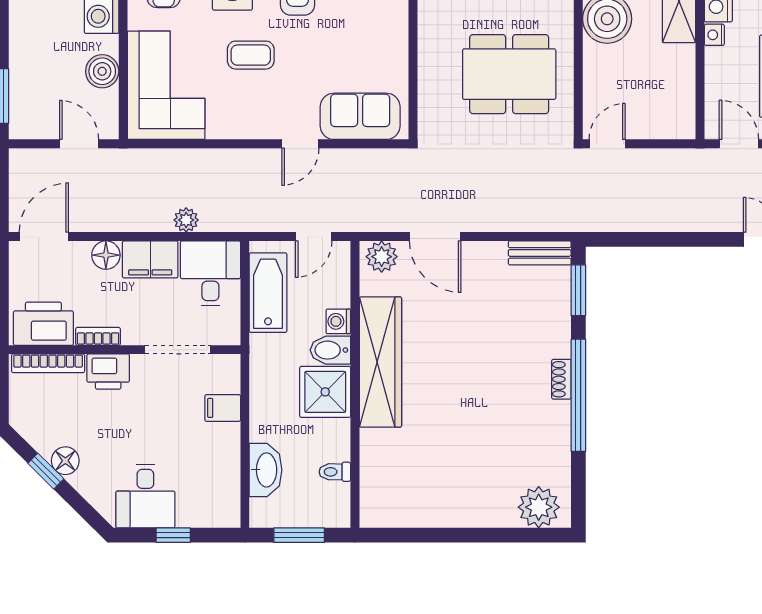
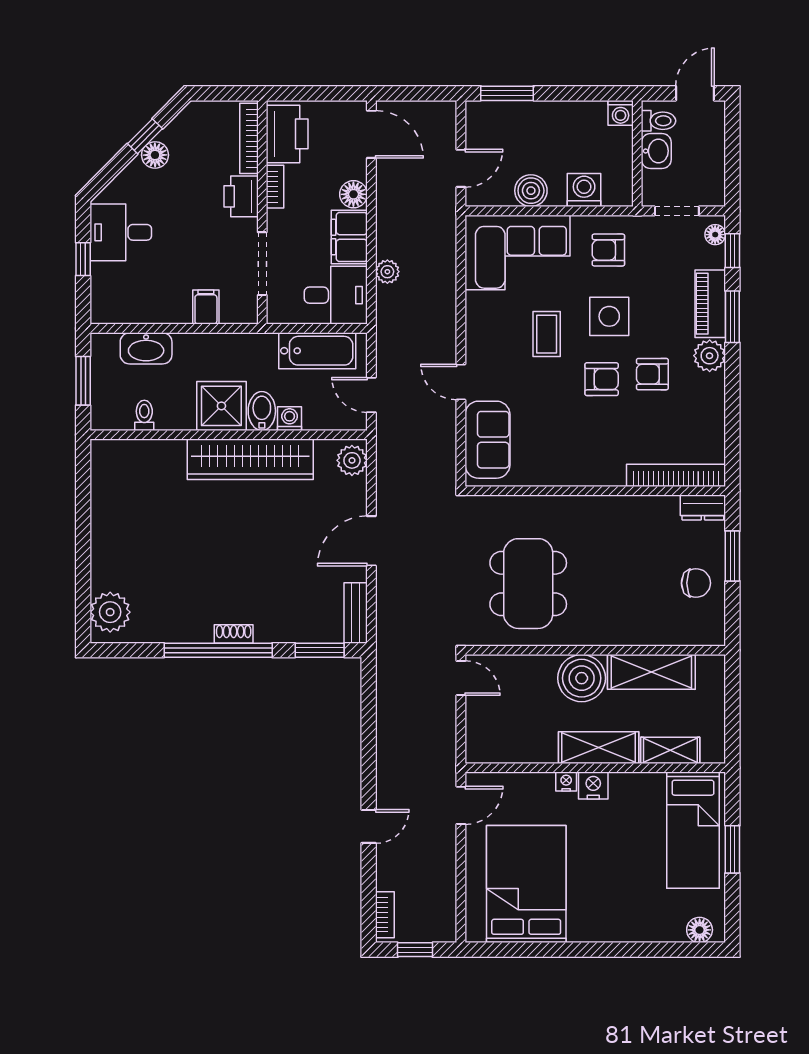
door: (435, 237) -> (371, 541), moved

